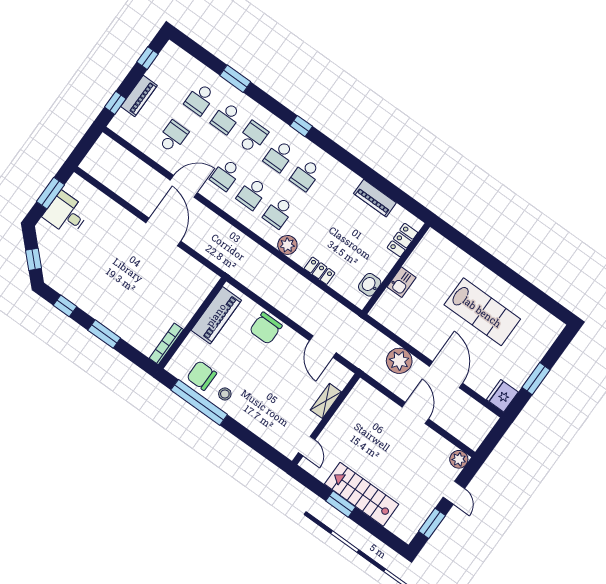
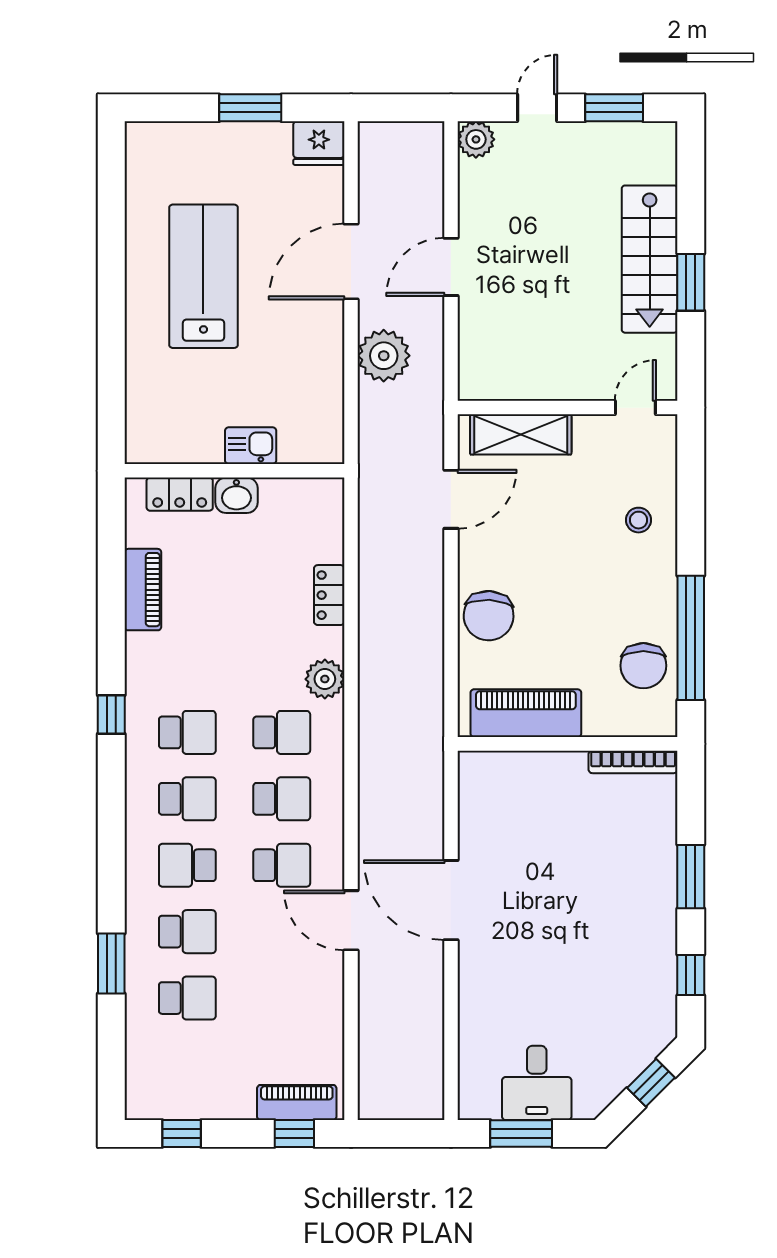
piano: (139, 96) -> (297, 1102), moved
window: (301, 126) -> (111, 714), moved
school desk: (173, 137) -> (282, 998), removed
door: (163, 232) -> (451, 900), hinge flipped
washbasin: (370, 285) -> (236, 495), moved
chair: (266, 328) -> (489, 616), turned 93
stool: (225, 394) -> (639, 520), moved
shelving: (326, 401) -> (521, 434), width x1.50, depth x1.33

